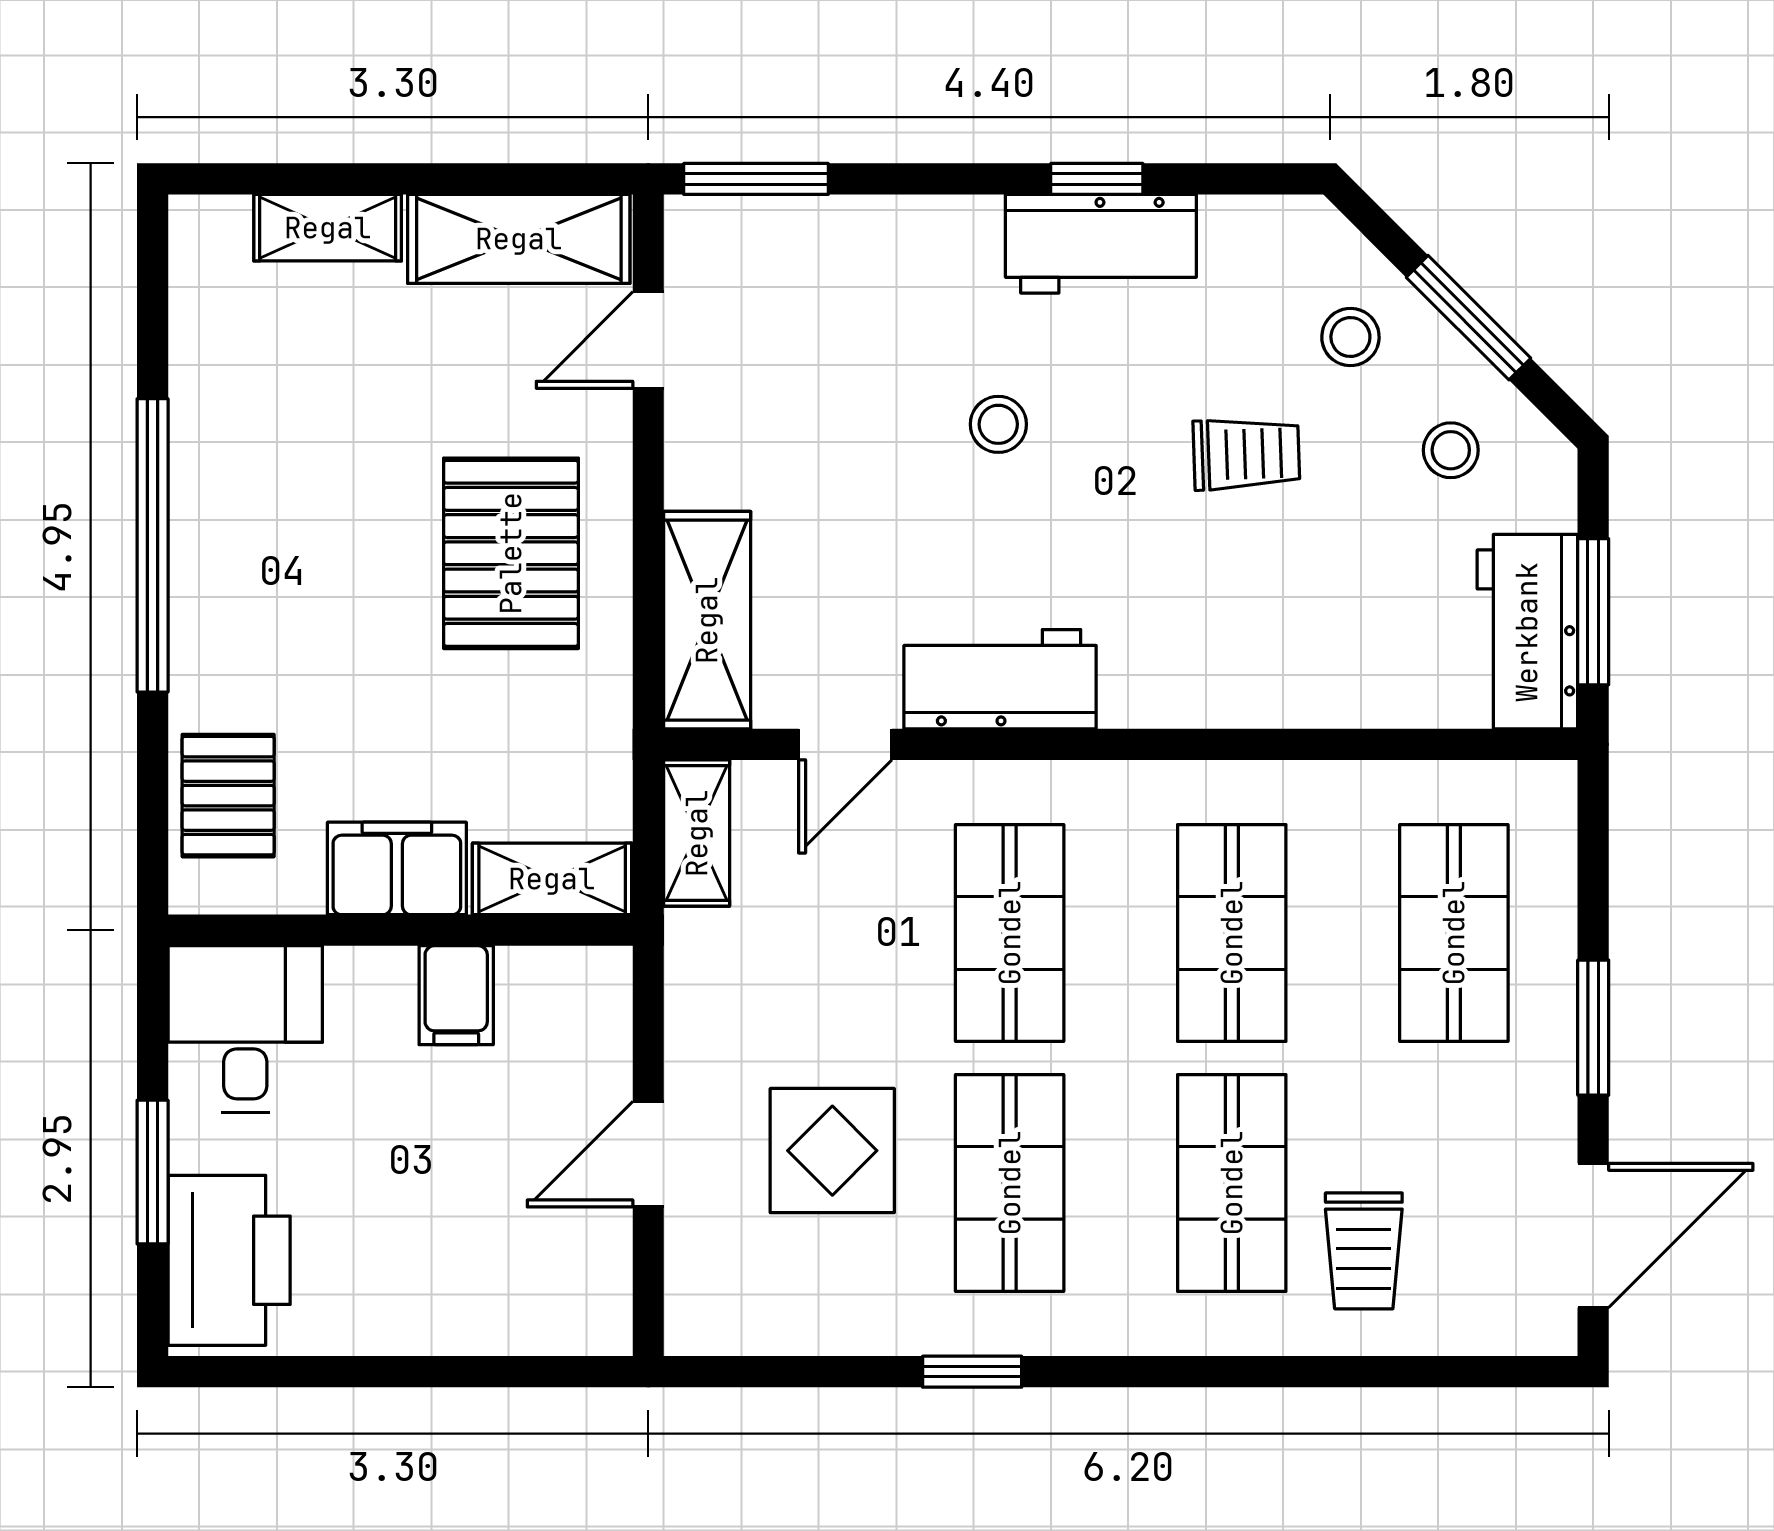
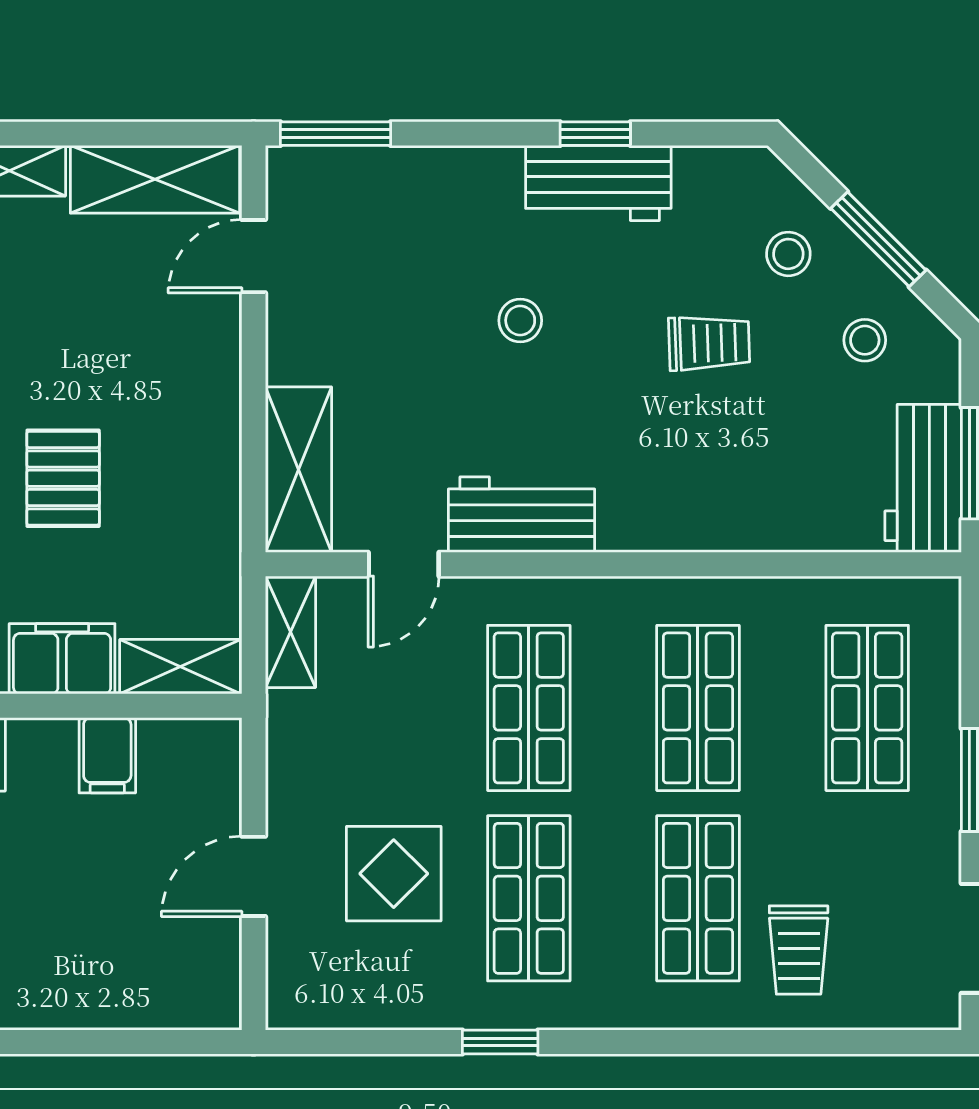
pallet: (511, 553) -> (63, 478), moved, width x0.67, depth x0.71

